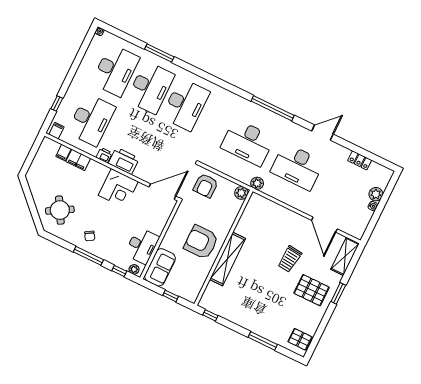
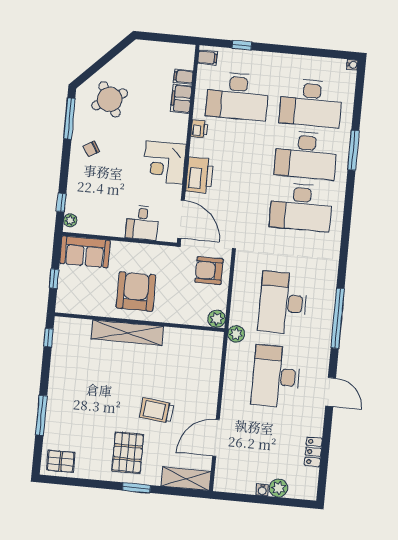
printer: (124, 161) -> (200, 175), moved
desk: (142, 246) -> (142, 223), moved, width x0.73
window: (88, 256) -> (69, 119), moved
pallet: (300, 339) -> (61, 461), turned 90

